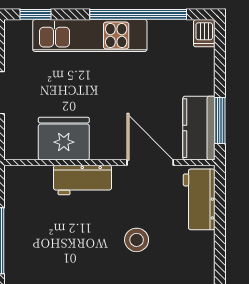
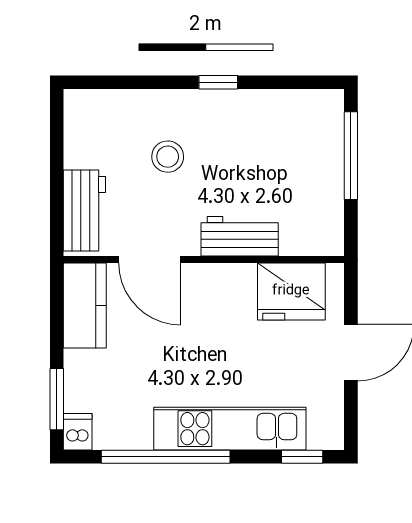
window: (220, 121) -> (57, 399), moved
fridge: (64, 139) -> (291, 291), moved

